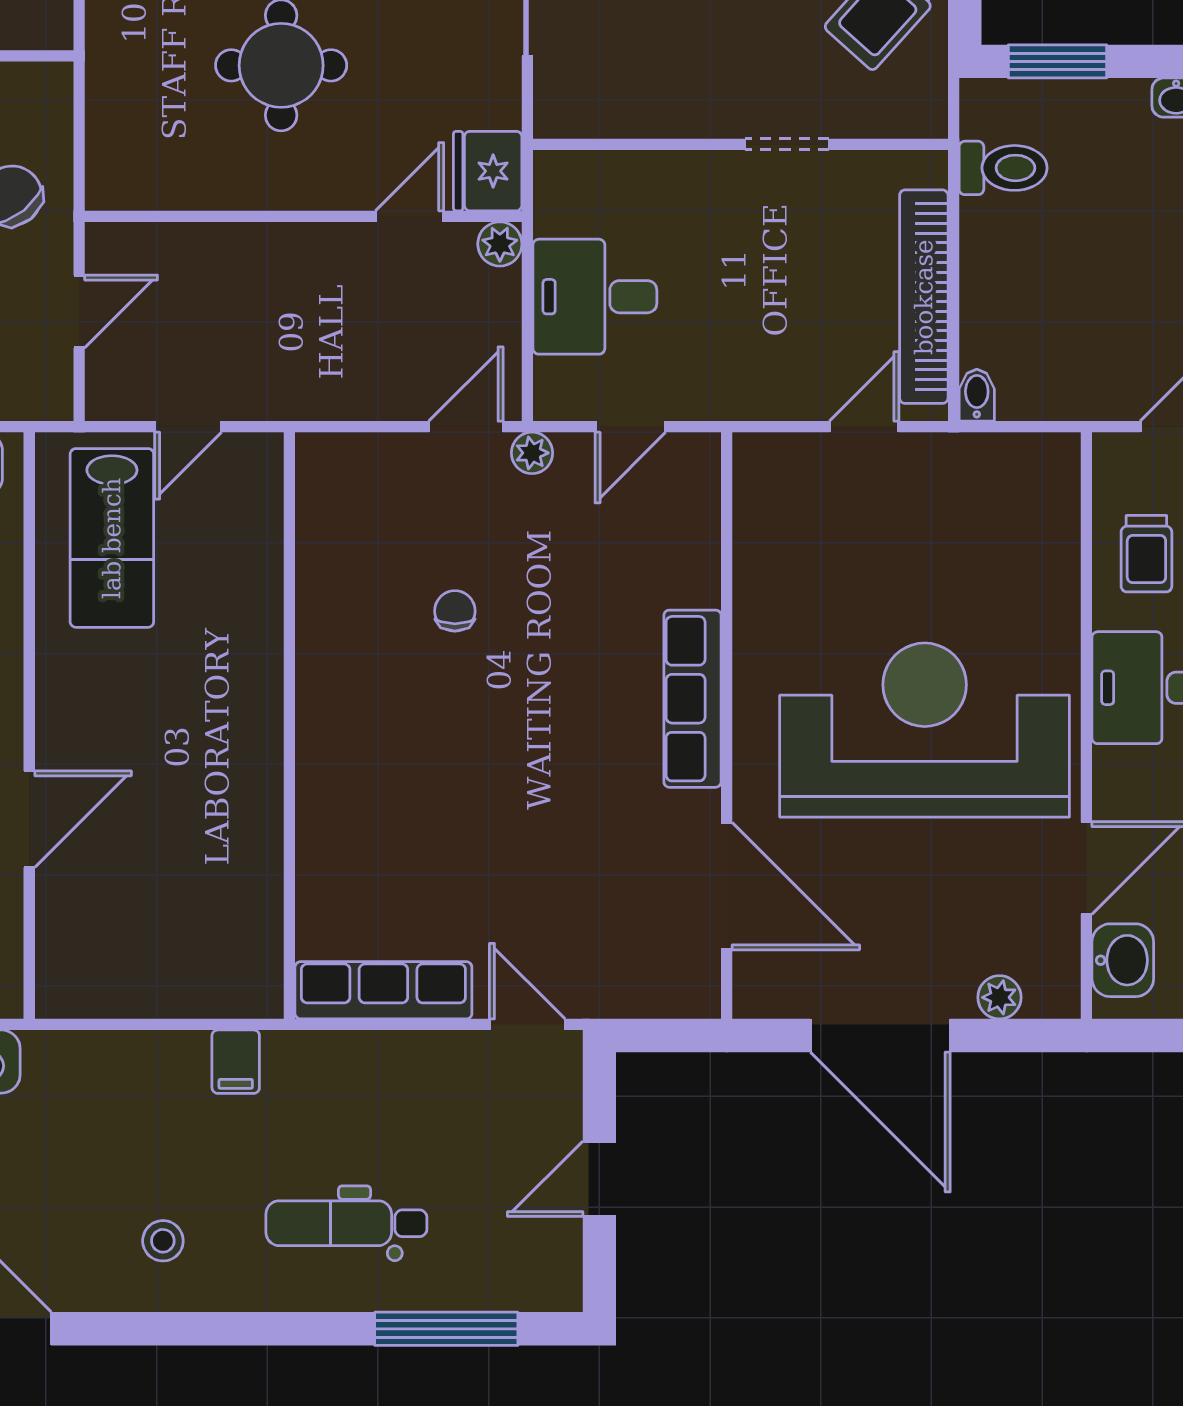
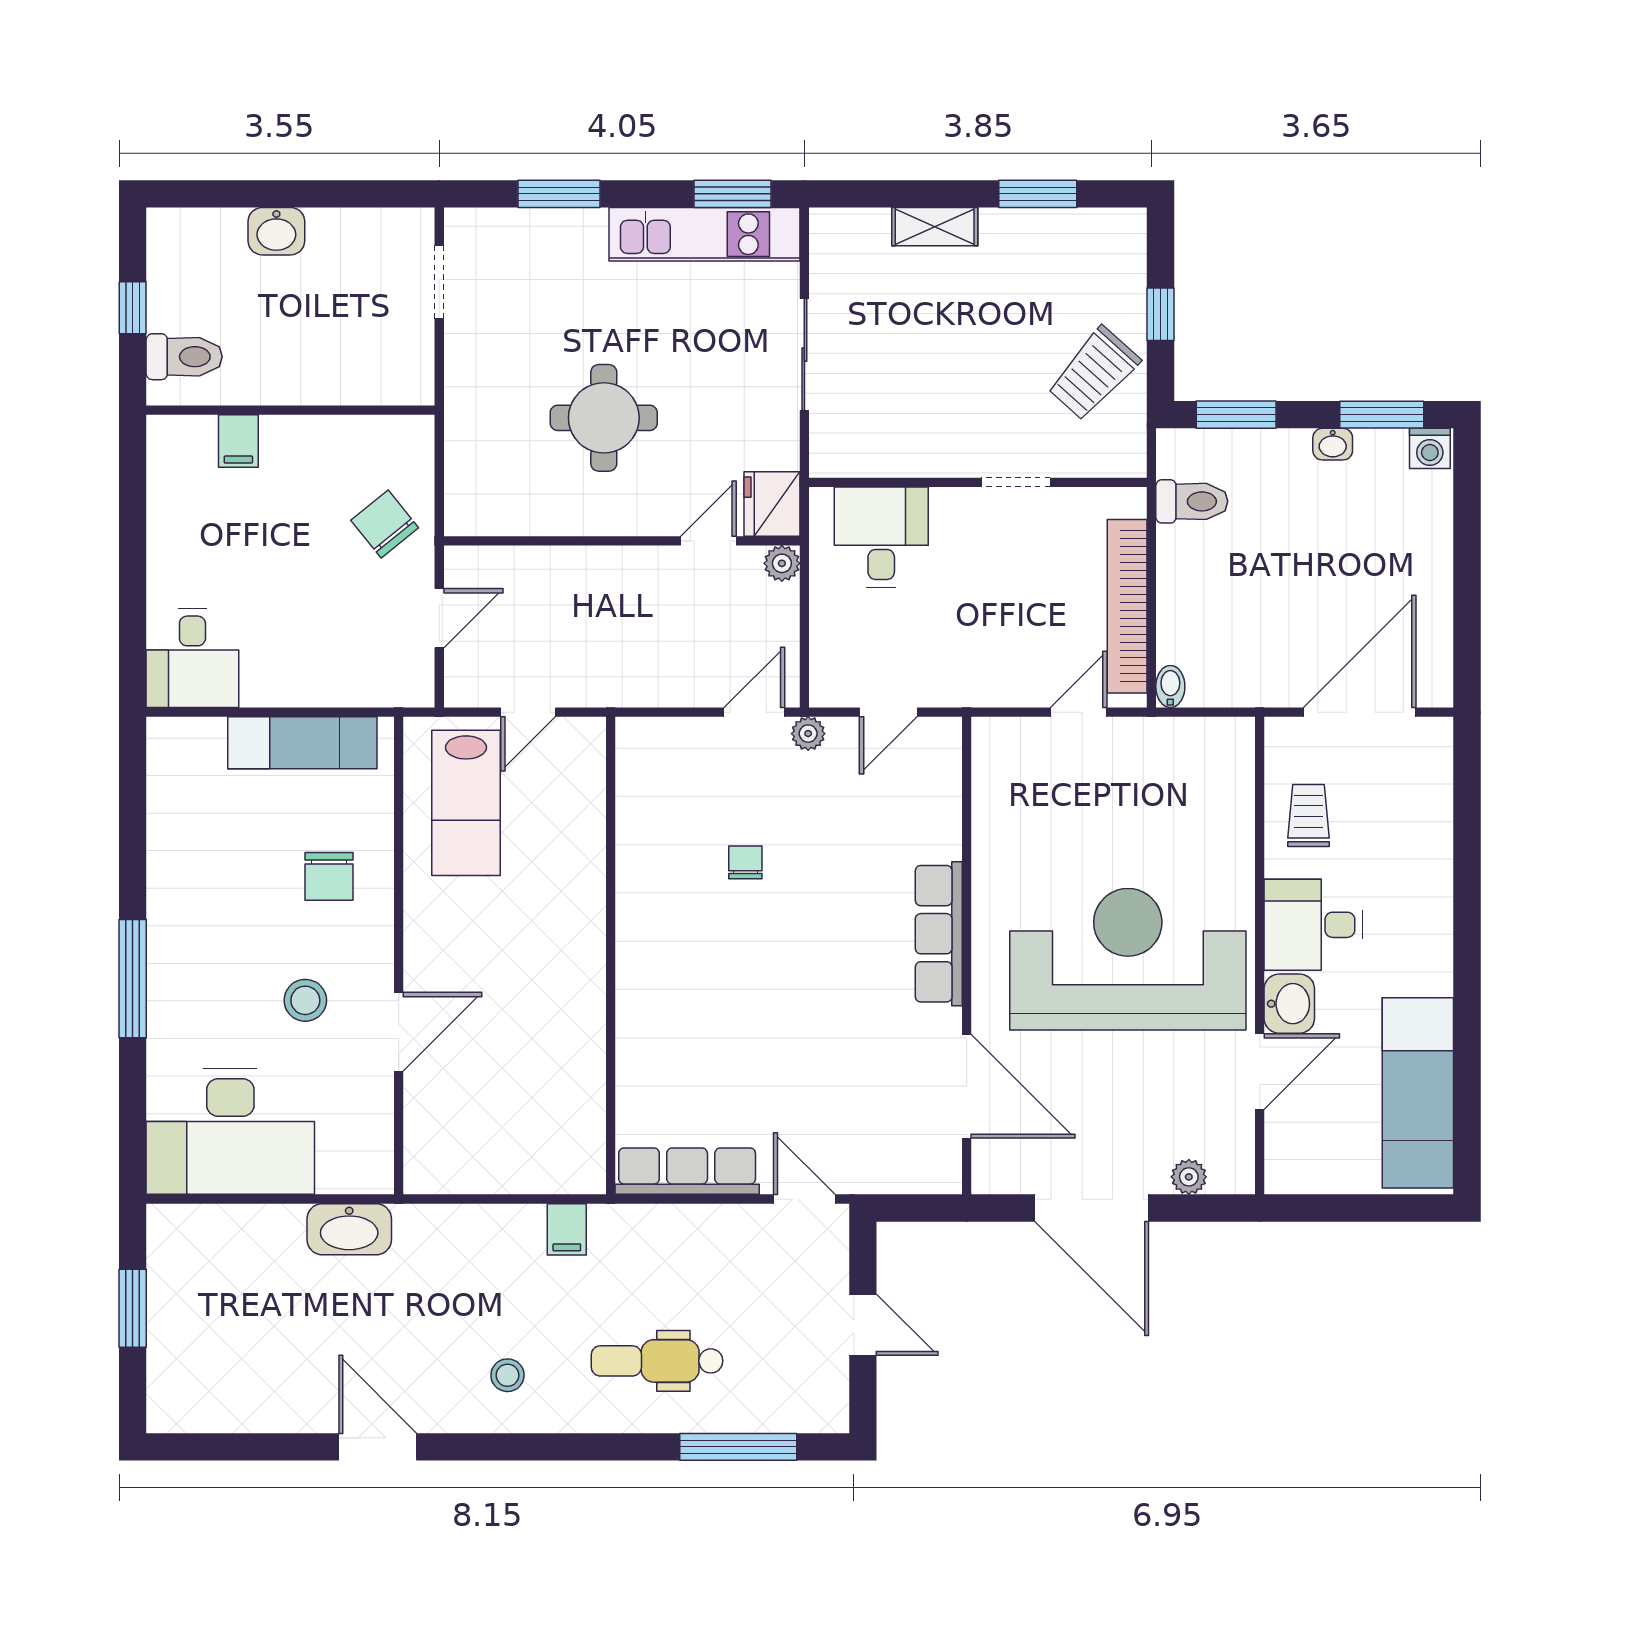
desk: (595, 297) -> (881, 537), moved, turned 90
trolley: (1146, 554) -> (1309, 816), turned 180
washbasin: (1123, 960) -> (1289, 1004), moved
door: (599, 1179) -> (863, 1325), swing flipped

